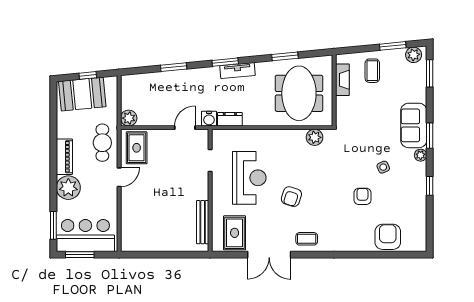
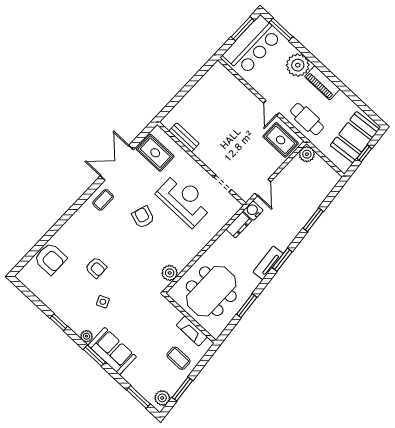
meeting table: (299, 93) -> (211, 291), turned 90
reception desk: (249, 178) -> (184, 200), turned 180
bench: (203, 222) -> (184, 137), width x0.73

